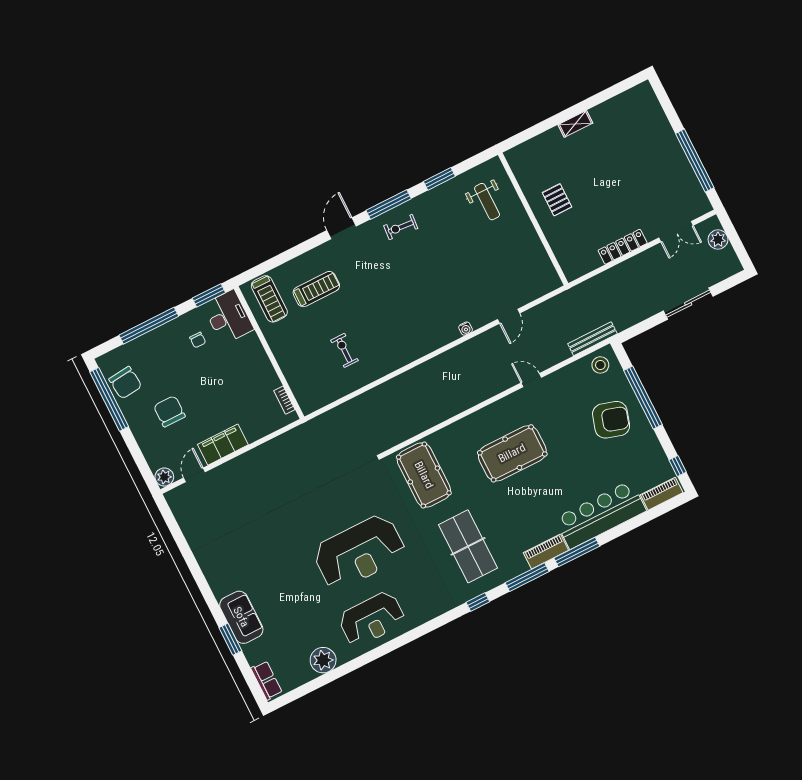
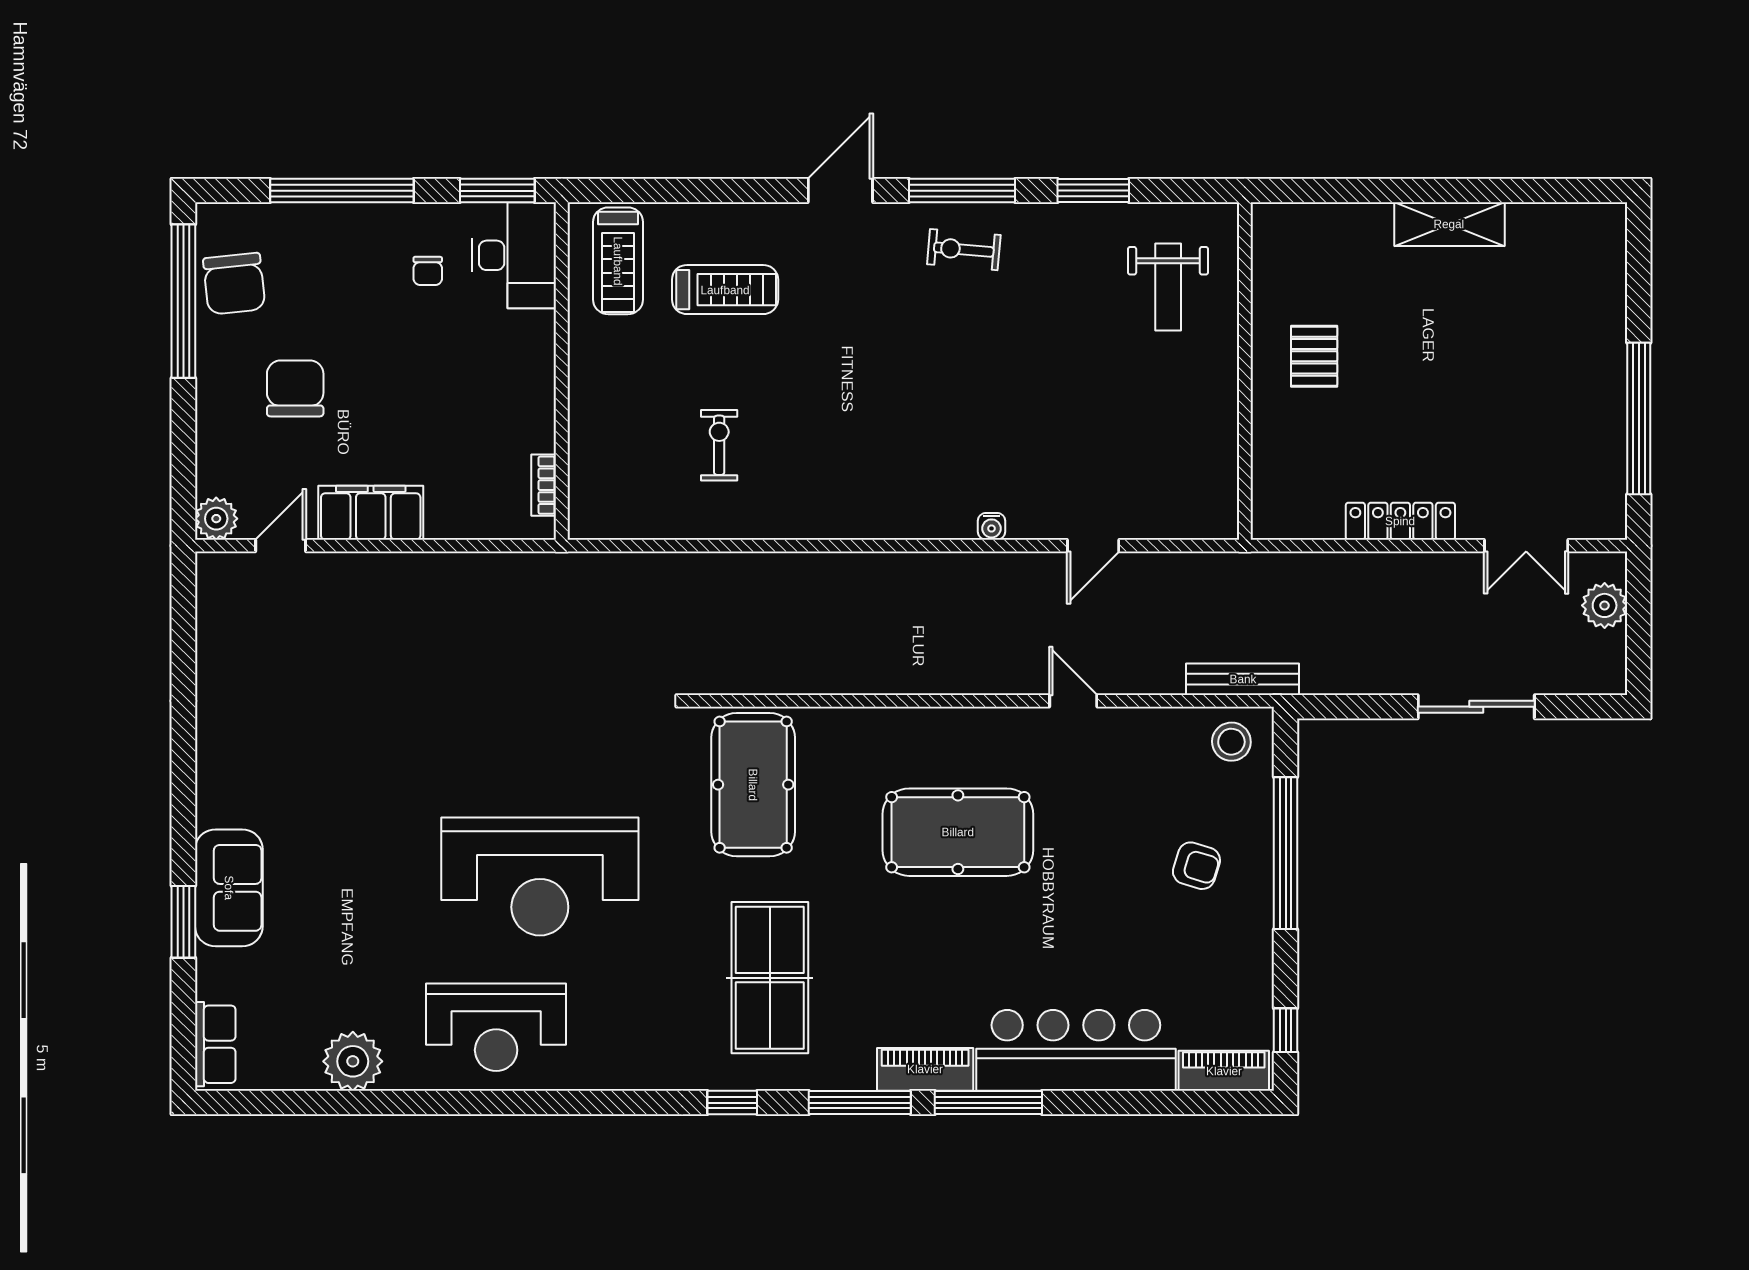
shelving: (575, 124) -> (1449, 224), width x1.50, depth x1.33
armchair: (611, 420) -> (1196, 866), width x0.53, depth x0.53

